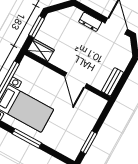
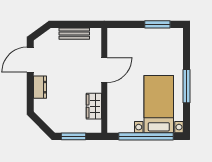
wardrobe: (41, 50) -> (94, 106), moved
bench: (112, 82) -> (74, 34), moved

